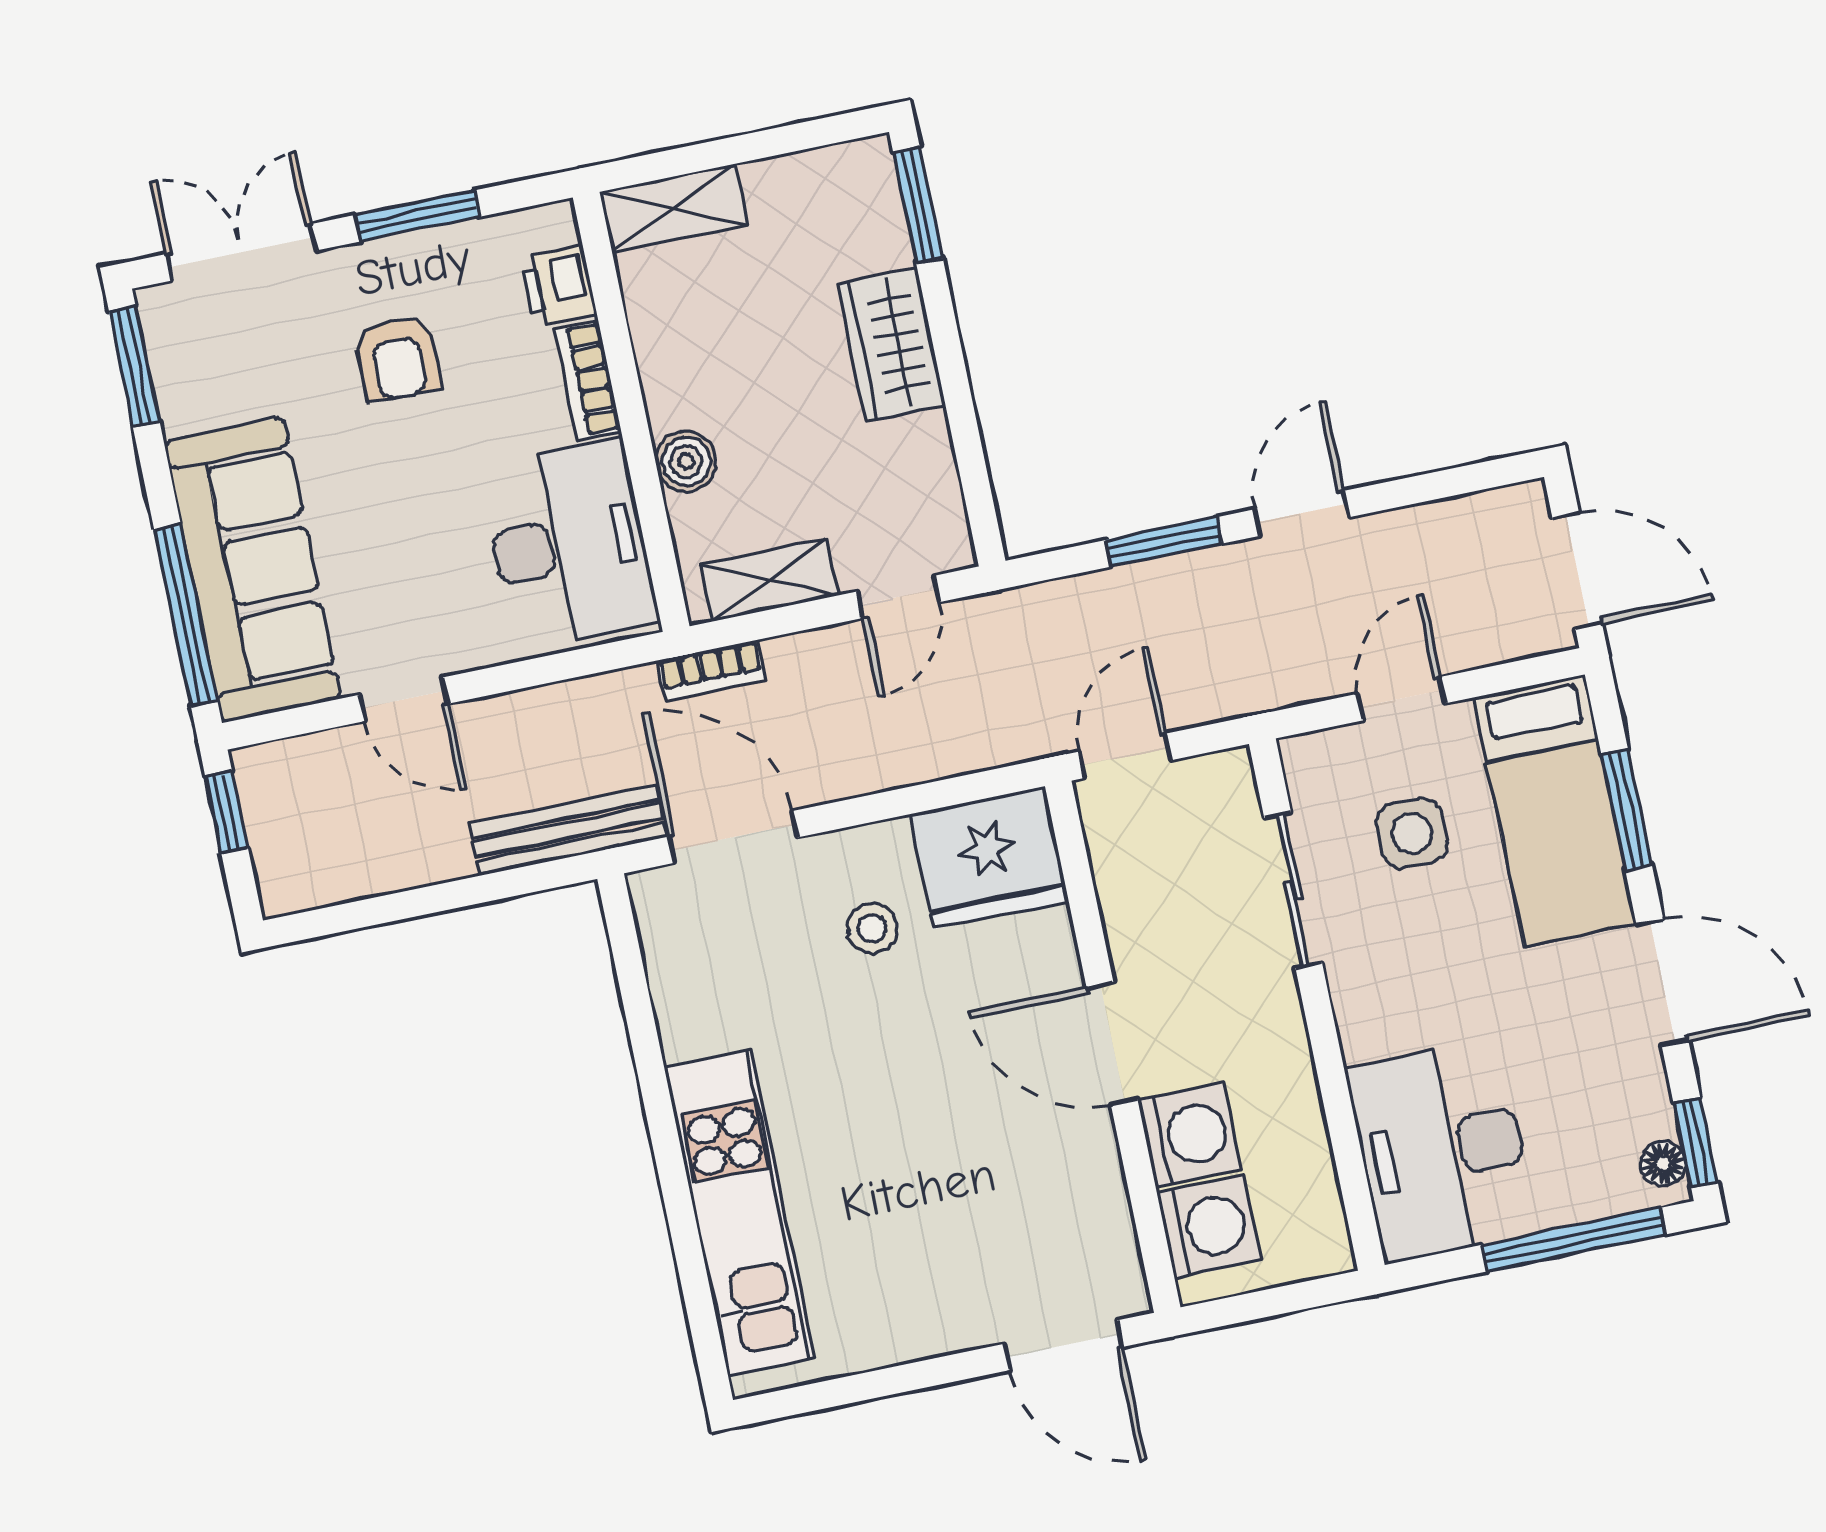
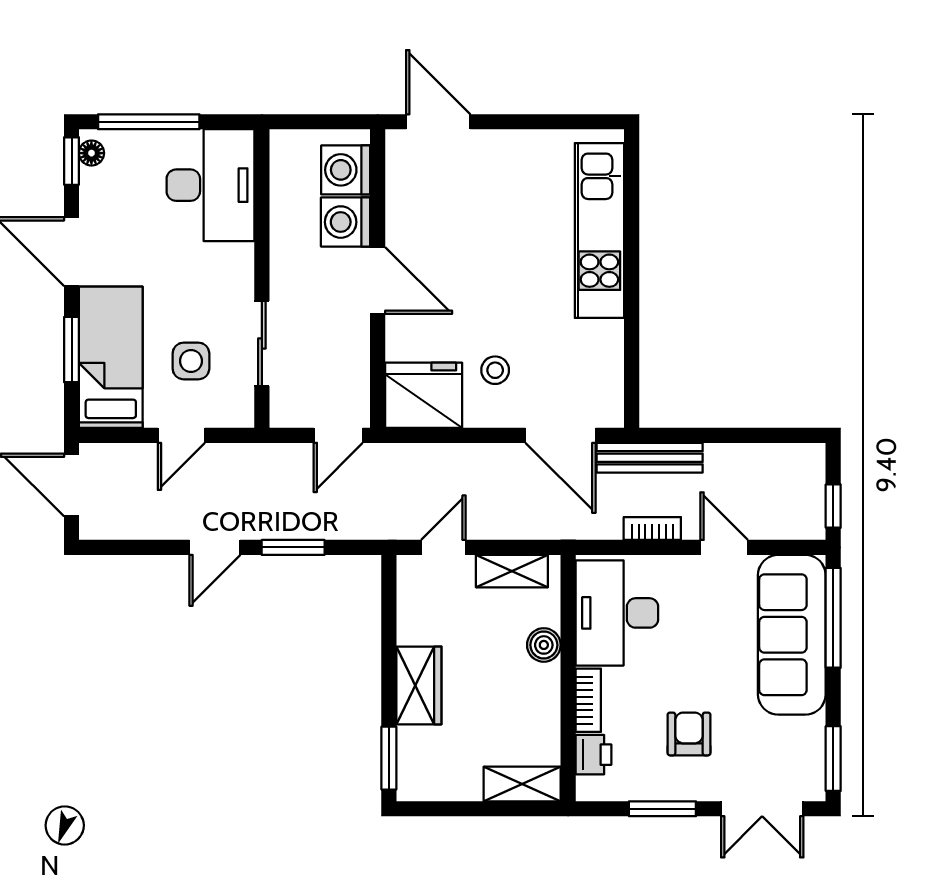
bookcase: (711, 670) -> (652, 529), moved

